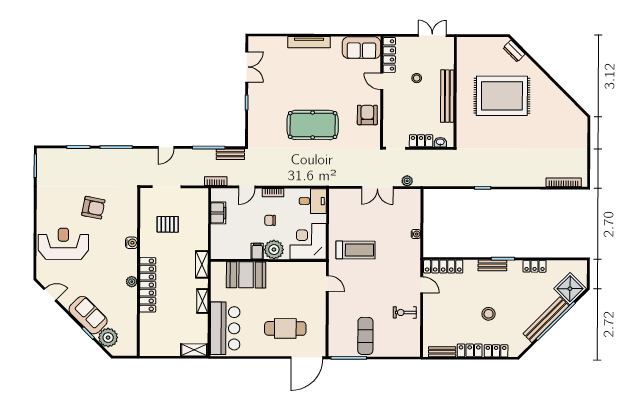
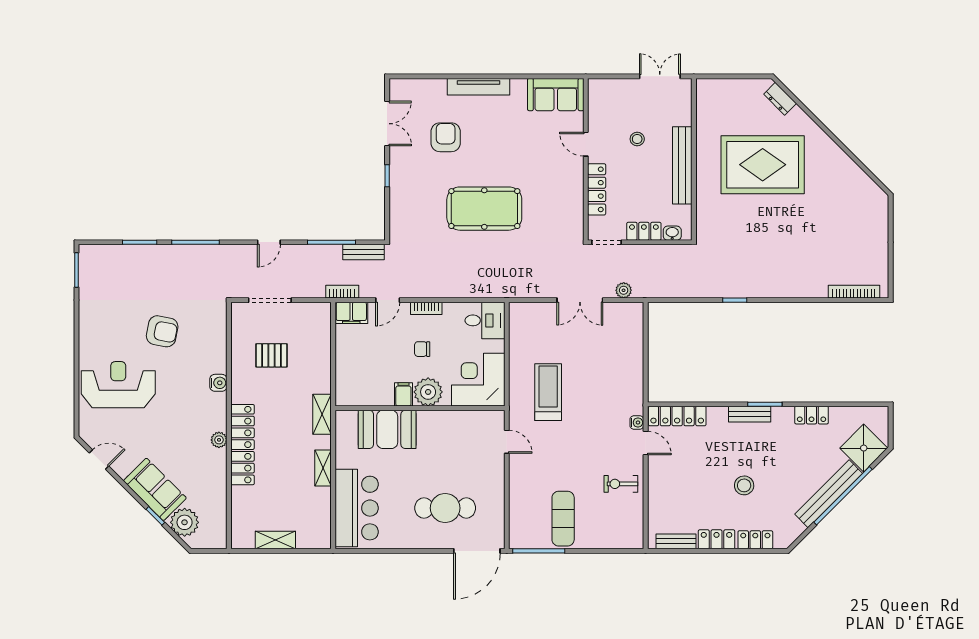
locker: (389, 55) -> (597, 189), moved
armchair: (367, 115) -> (446, 137), moved
filing cabinet: (218, 213) -> (351, 313), moved, turned 90
water cooler: (416, 234) -> (637, 423), moved
treadmill: (356, 250) -> (548, 392), turned -90
shelving: (194, 350) -> (275, 540), moved

